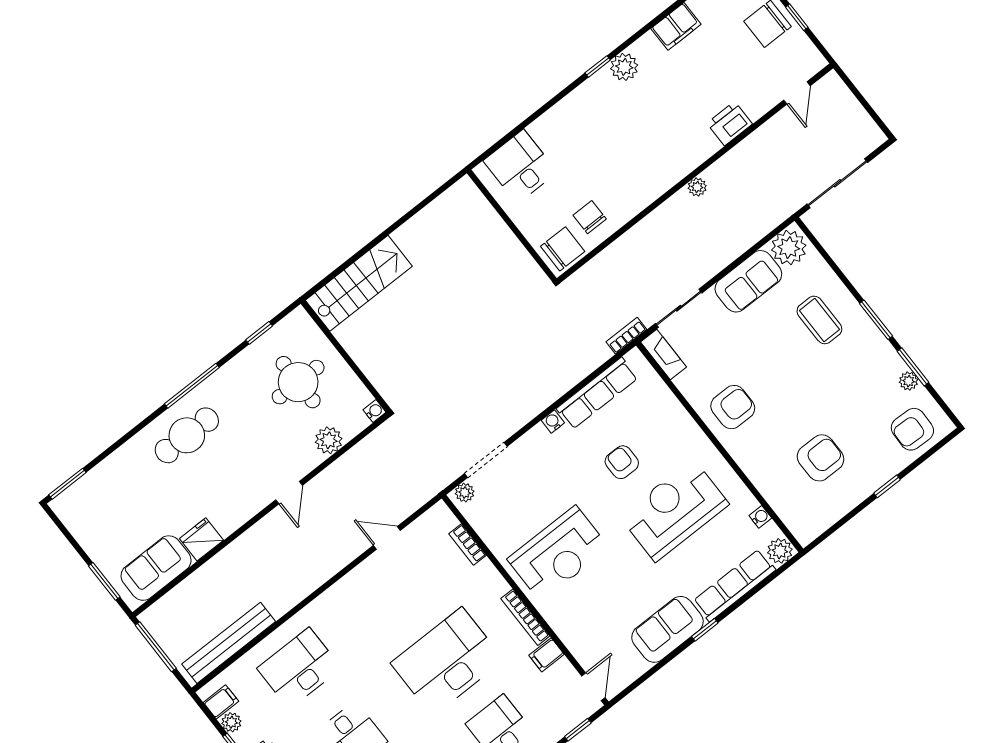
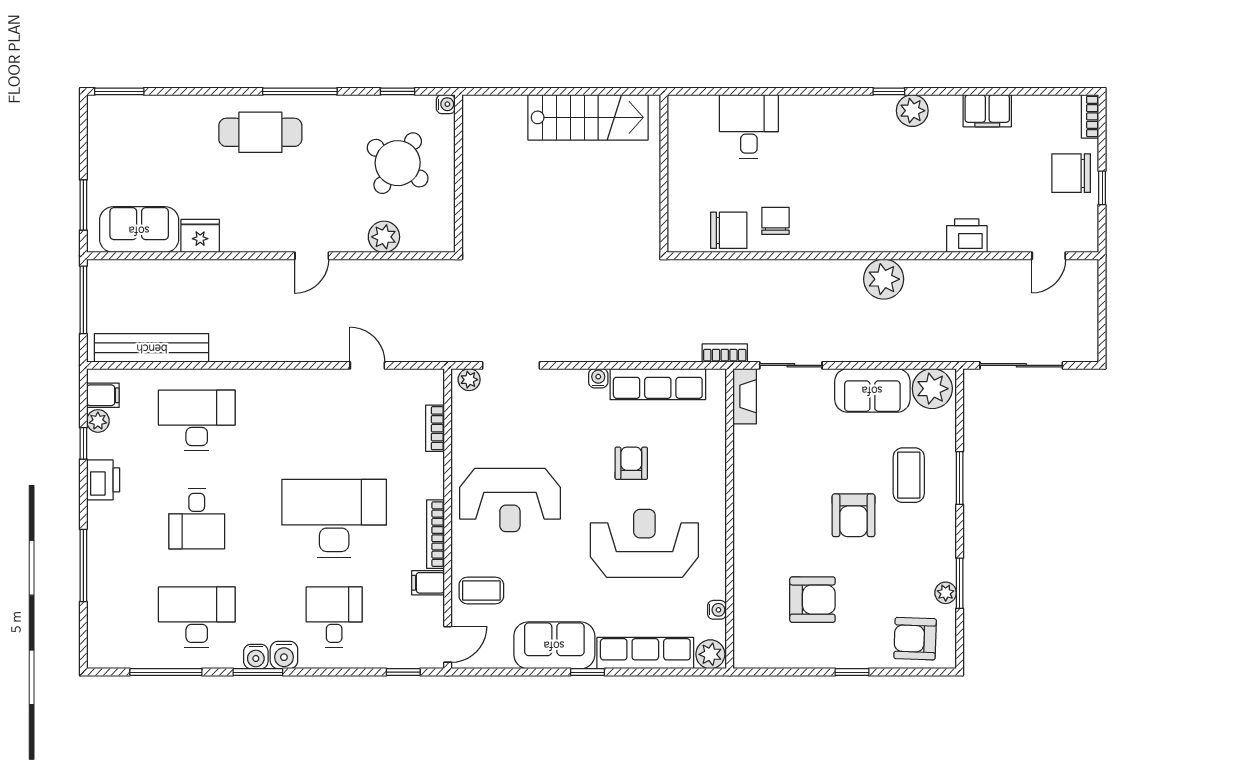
plant: (697, 187) -> (884, 279), width x1.88, depth x1.88
wall: (512, 226) -> (664, 174), moved
stairs: (359, 283) -> (588, 117), moved
window: (876, 320) -> (960, 478), moved
round table: (298, 382) -> (398, 163), turned 35
armchair: (733, 407) -> (854, 515), moved, turned 90
water cooler: (375, 411) -> (446, 104), moved
coffee table: (587, 631) -> (481, 590), added

